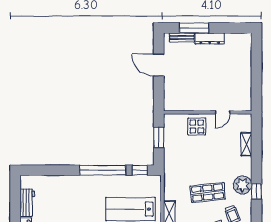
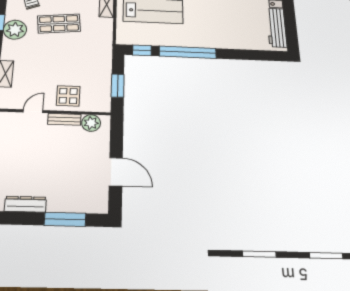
bench: (182, 37) -> (64, 119), moved
dresser: (210, 38) -> (25, 204), moved
plant: (178, 104) -> (91, 123), added
workbench: (27, 203) -> (277, 28), width x1.38

